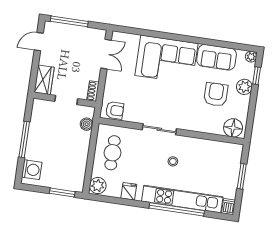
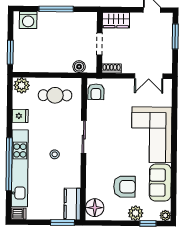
window: (69, 21) -> (175, 37), width x0.69
kitchen counter: (226, 150) -> (72, 204), added
window: (242, 176) -> (63, 223), moved

